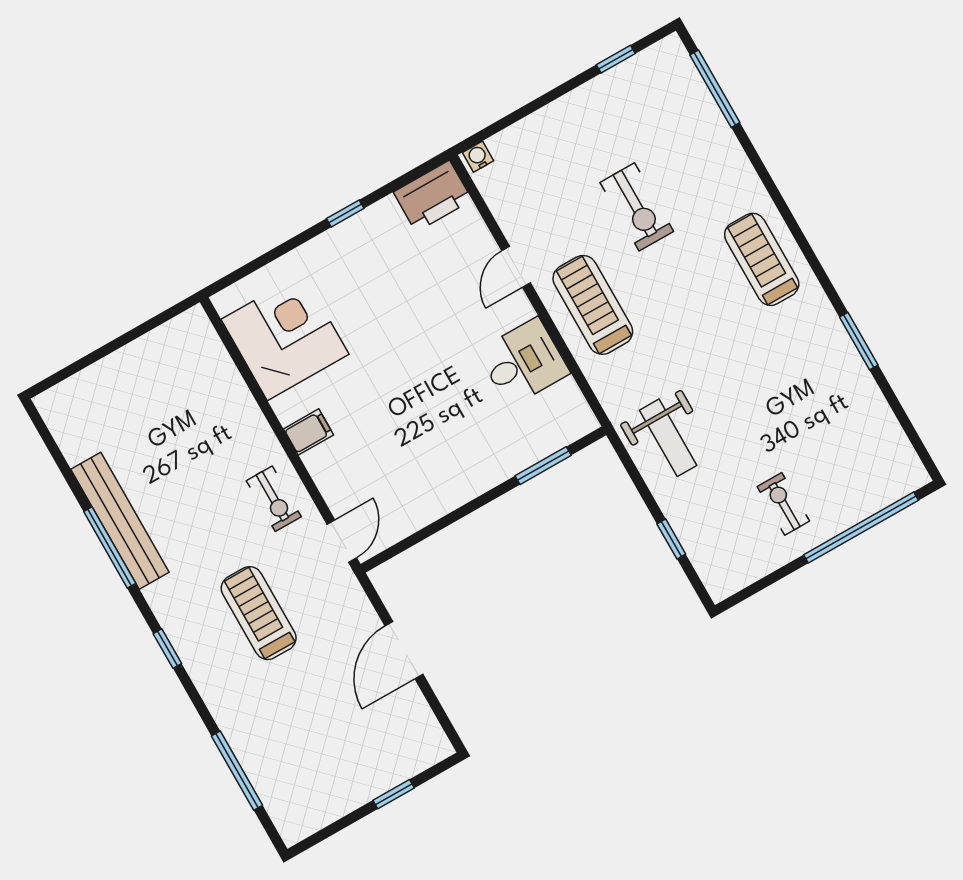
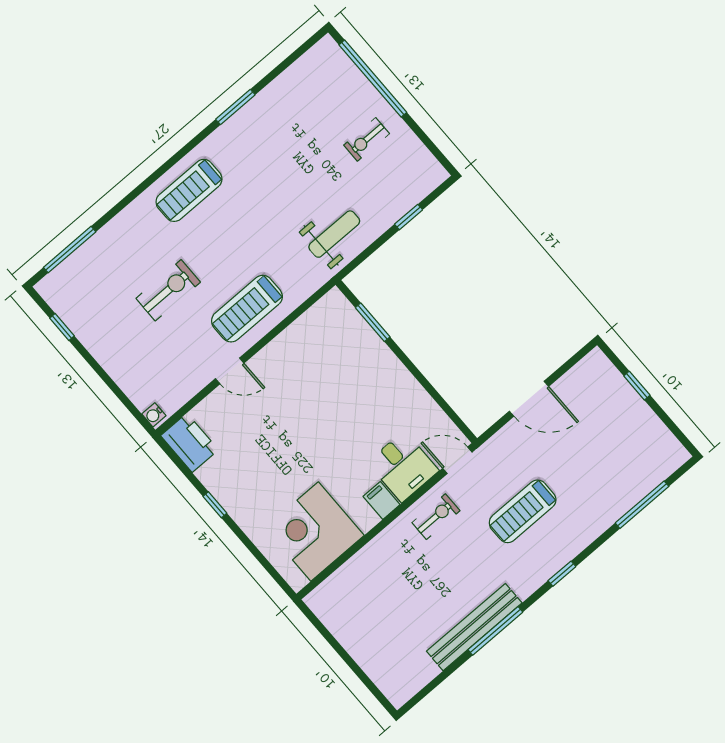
desk: (523, 362) -> (403, 466), moved, turned 180

